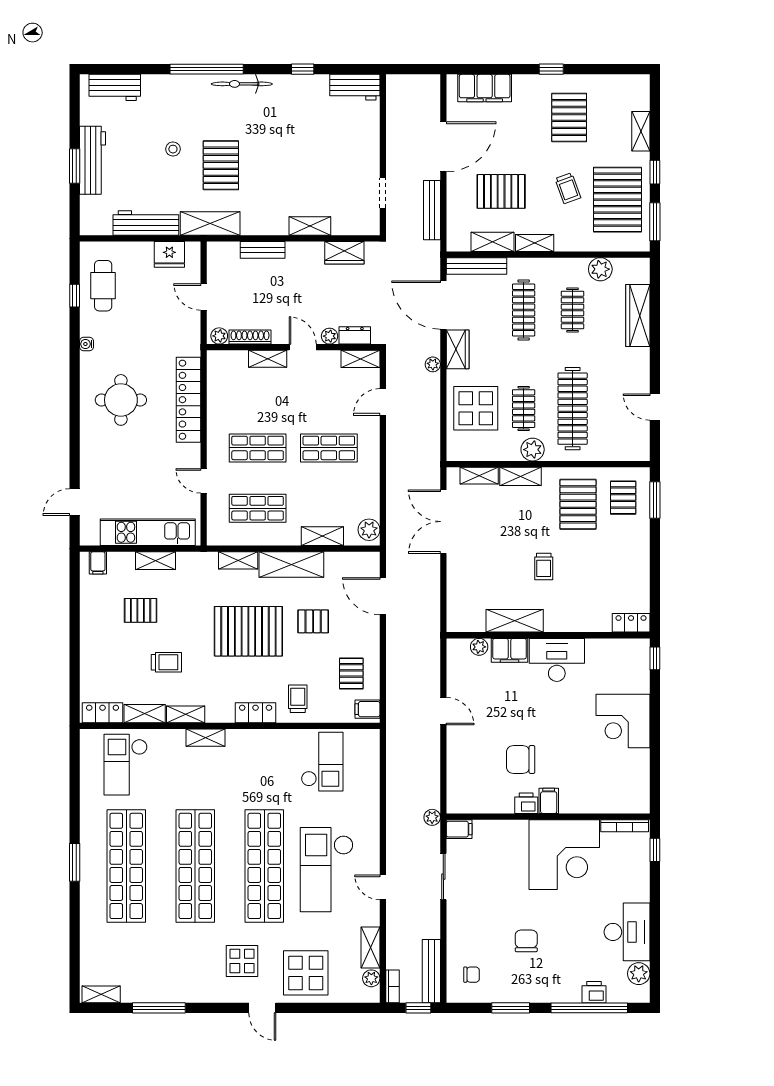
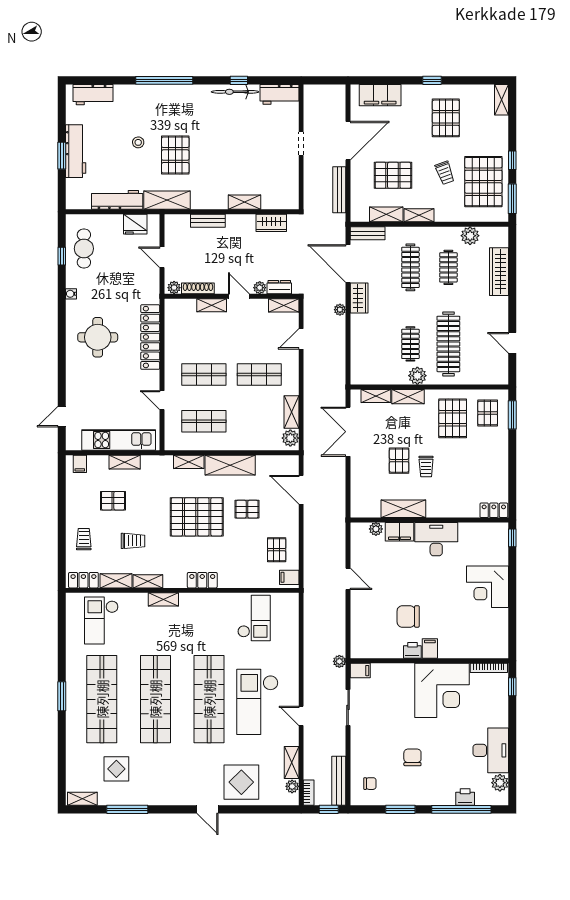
bicycle: (242, 84) -> (235, 92), moved
shelving: (641, 131) -> (501, 100), moved
doorway: (383, 193) -> (301, 144), moved
bench: (477, 266) -> (368, 233), width x0.73
display table: (476, 408) -> (373, 344), removed
shelving: (322, 536) -> (291, 412), moved, turned 90
pallet: (509, 559) -> (399, 461), added
trolley: (298, 699) -> (84, 539), moved
display table: (242, 961) -> (116, 769), moved

